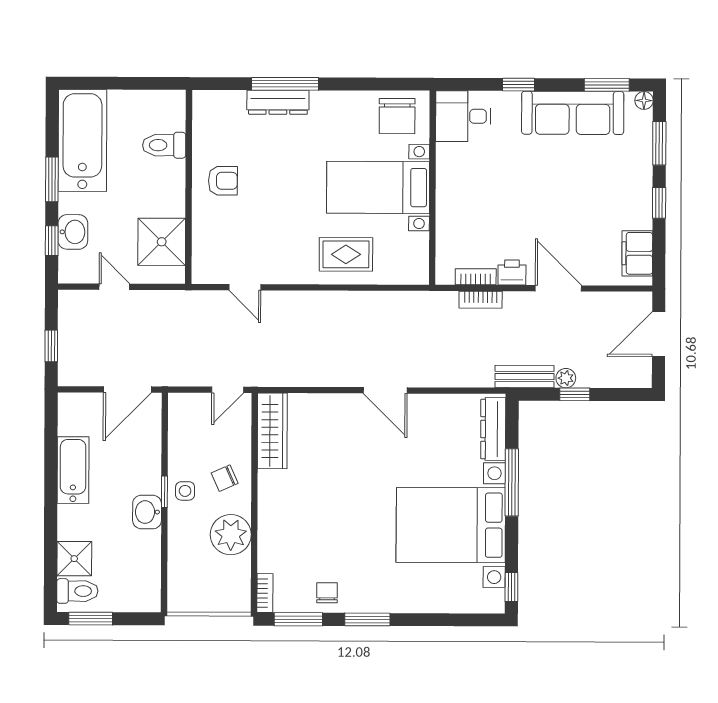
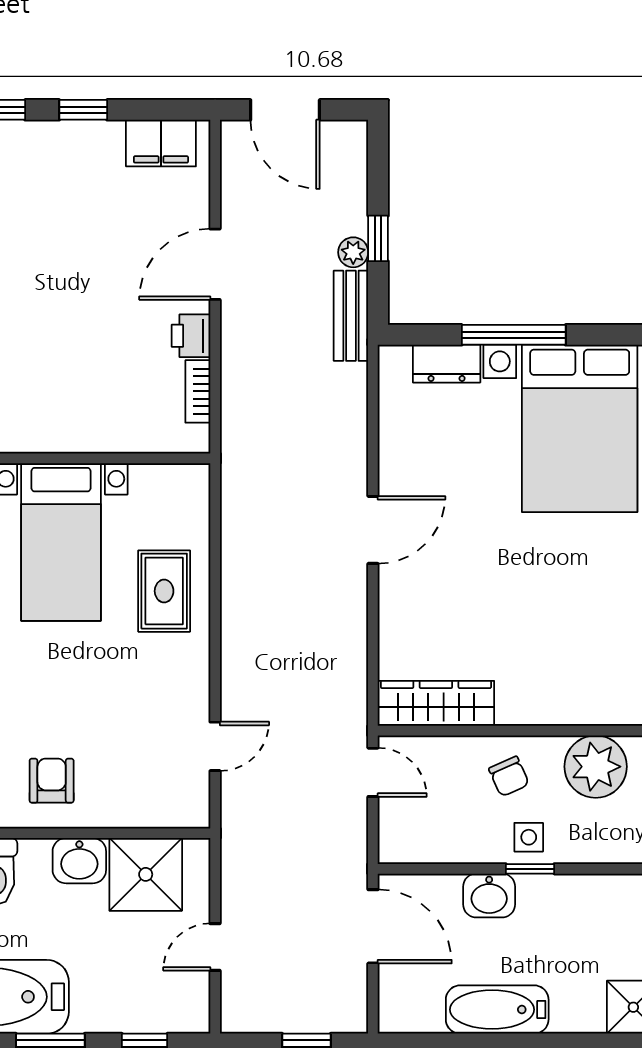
washbasin: (73, 232) -> (79, 861), moved, turned 180
bookcase: (481, 300) -> (233, 384), removed
dresser: (493, 429) -> (447, 364), width x0.70
washbasin: (147, 512) -> (489, 895), moved

